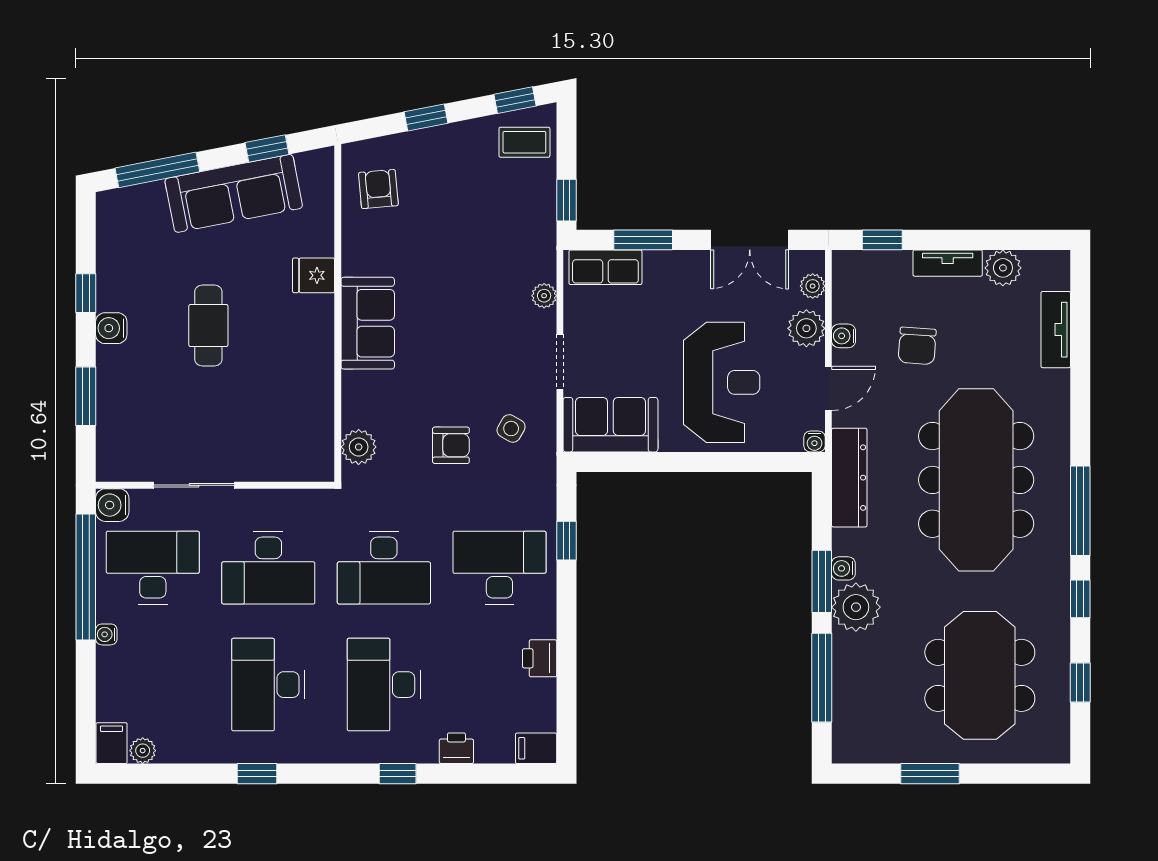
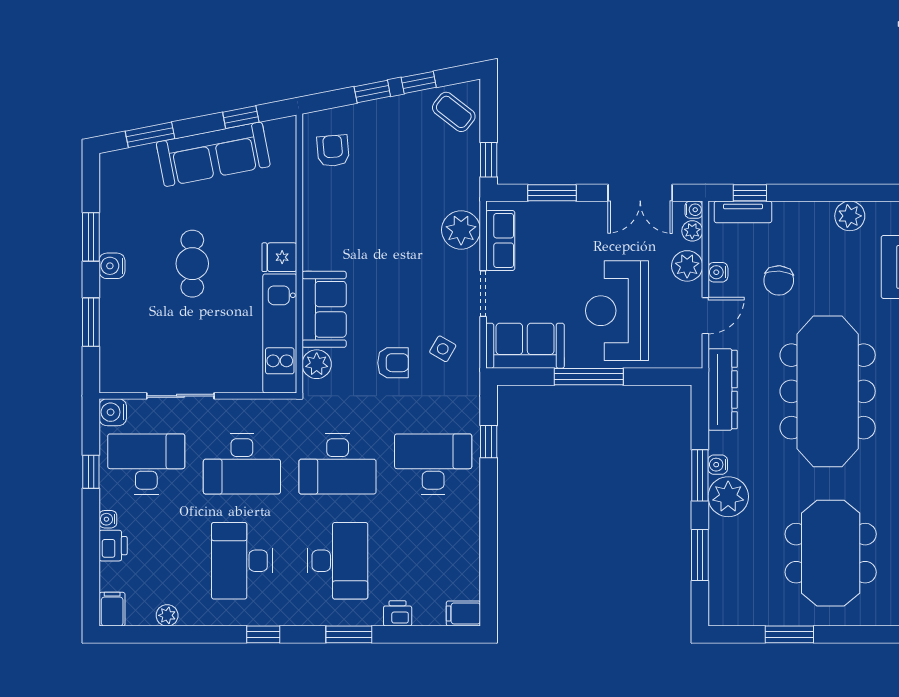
window: (515, 100) -> (419, 82), moved
coffee table: (524, 142) -> (454, 112), turned 38
window: (157, 170) -> (150, 135), width x0.69
tv unit: (948, 263) -> (743, 212), moved
row of seats: (605, 267) -> (500, 240), moved, turned -90
fridge: (314, 275) -> (279, 257), moved
window: (86, 293) -> (91, 237), width x1.50
plant: (544, 296) -> (461, 230), width x1.88, depth x1.88
sofa: (368, 323) -> (324, 309), moved
reception desk: (722, 382) -> (617, 311), turned 180
kitchen unit: (314, 410) -> (280, 333), added
water cooler: (814, 442) -> (694, 210), moved, turned -90
window: (688, 462) -> (589, 377), added
window: (86, 577) -> (91, 472), width x0.32
printer: (540, 658) -> (113, 546), moved, turned 180
window: (822, 678) -> (700, 555), width x0.69
desk: (384, 685) -> (338, 561), turned 180
plant: (143, 751) -> (167, 615), moved
window: (257, 774) -> (263, 634), moved
window: (398, 774) -> (349, 634), width x1.50

